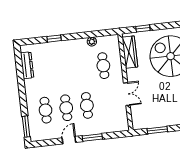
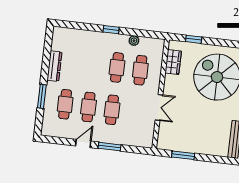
window: (54, 39) -> (111, 30), moved
wardrobe: (130, 52) -> (173, 62), width x0.67
dresser: (27, 65) -> (54, 66), moved
cafe table: (83, 68) -> (117, 67), added
window: (26, 127) -> (42, 96), moved

